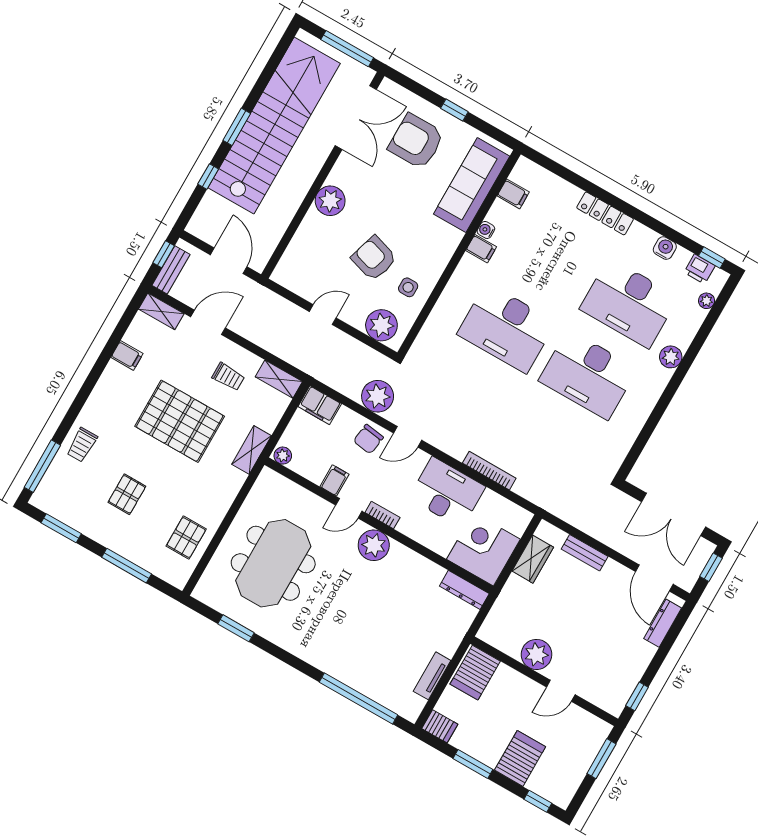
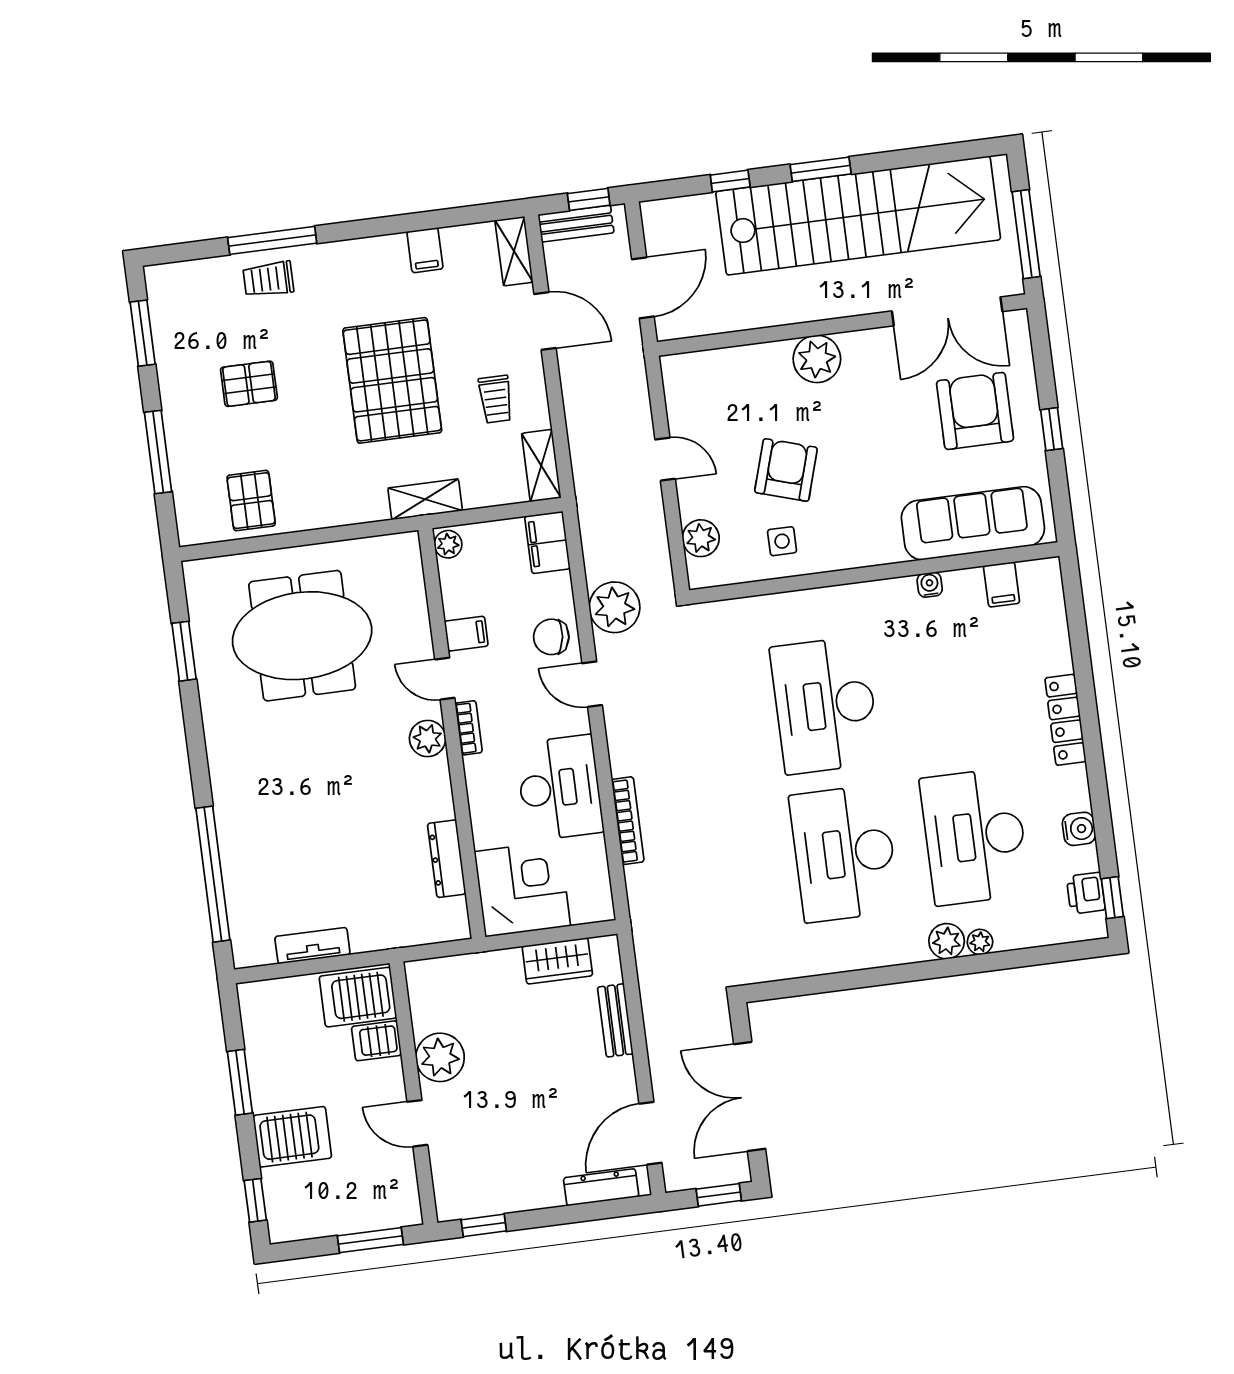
filing cabinet: (481, 249) -> (901, 596), removed
plant: (707, 301) -> (980, 942), moved
plant: (381, 325) -> (701, 538), width x0.73, depth x0.73
window: (42, 466) -> (272, 240), moved
pallet: (186, 538) -> (251, 501), turned 90
plant: (374, 545) -> (428, 738), width x0.73, depth x0.73
dresser: (464, 590) -> (447, 859), moved
server rack: (440, 726) -> (377, 1041), moved, turned 90

